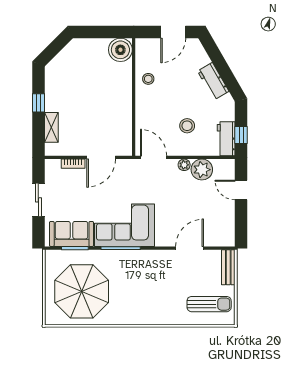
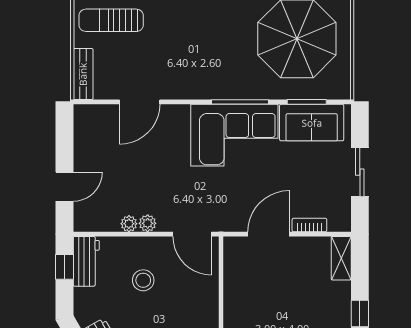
shelving: (51, 127) -> (341, 258), moved
plant: (202, 170) -> (129, 224), width x0.53, depth x0.53
door: (241, 190) -> (65, 187), hinge flipped

